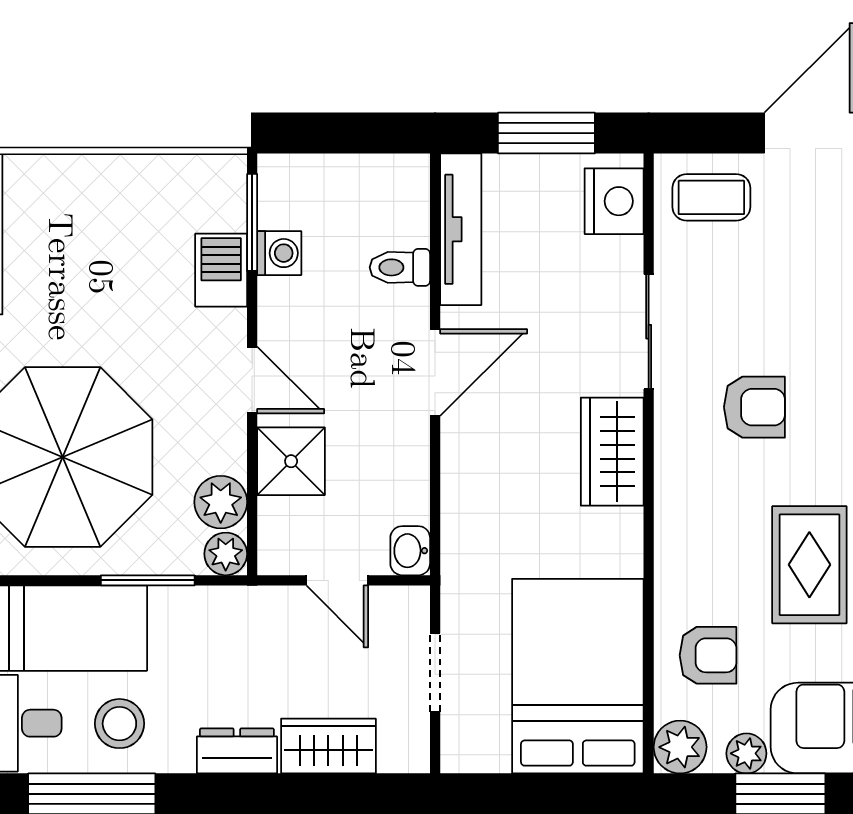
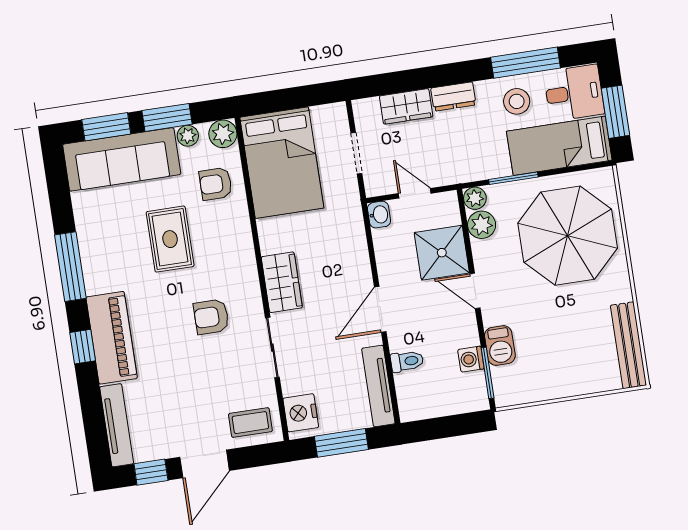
shower: (291, 461) -> (442, 253), width x1.36, depth x1.36

